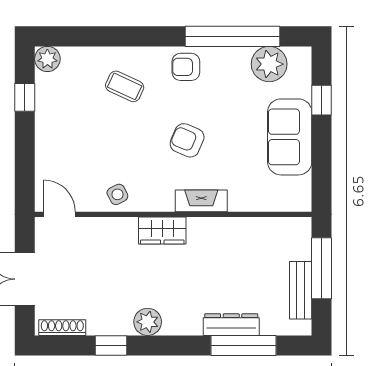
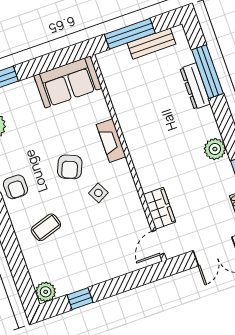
coffee table: (125, 86) -> (46, 227), turned 47
sofa: (290, 137) -> (68, 82), moved
side table: (117, 194) -> (98, 193), moved
wardrobe: (162, 231) -> (159, 208), moved

